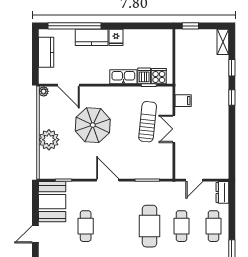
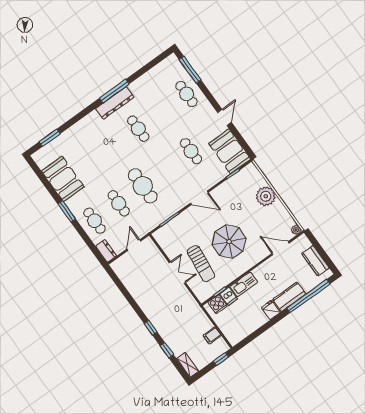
filing cabinet: (183, 101) -> (212, 336), moved
parasol: (93, 125) -> (229, 241), moved

